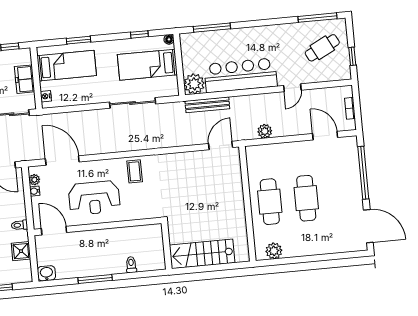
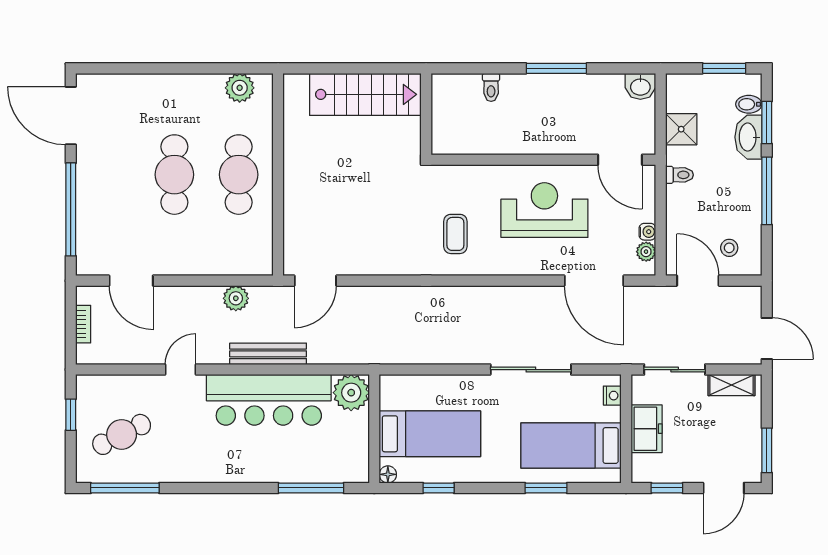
sliding door: (133, 103) -> (531, 370), moved
bench: (207, 105) -> (268, 354), moved
coffee table: (135, 171) -> (455, 234), moved

